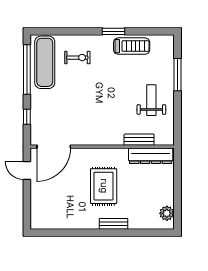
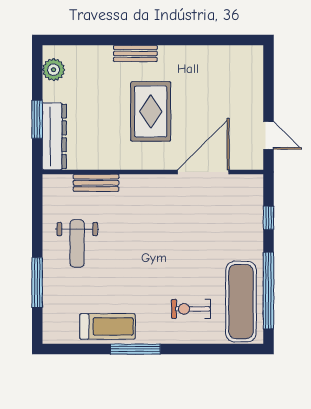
window: (113, 31) -> (135, 349), width x1.44
treadmill: (132, 46) -> (108, 326), turned 180
door: (54, 147) -> (203, 172), moved
dresser: (151, 156) -> (54, 136), moved, turned 90
window: (177, 181) -> (37, 119), added

